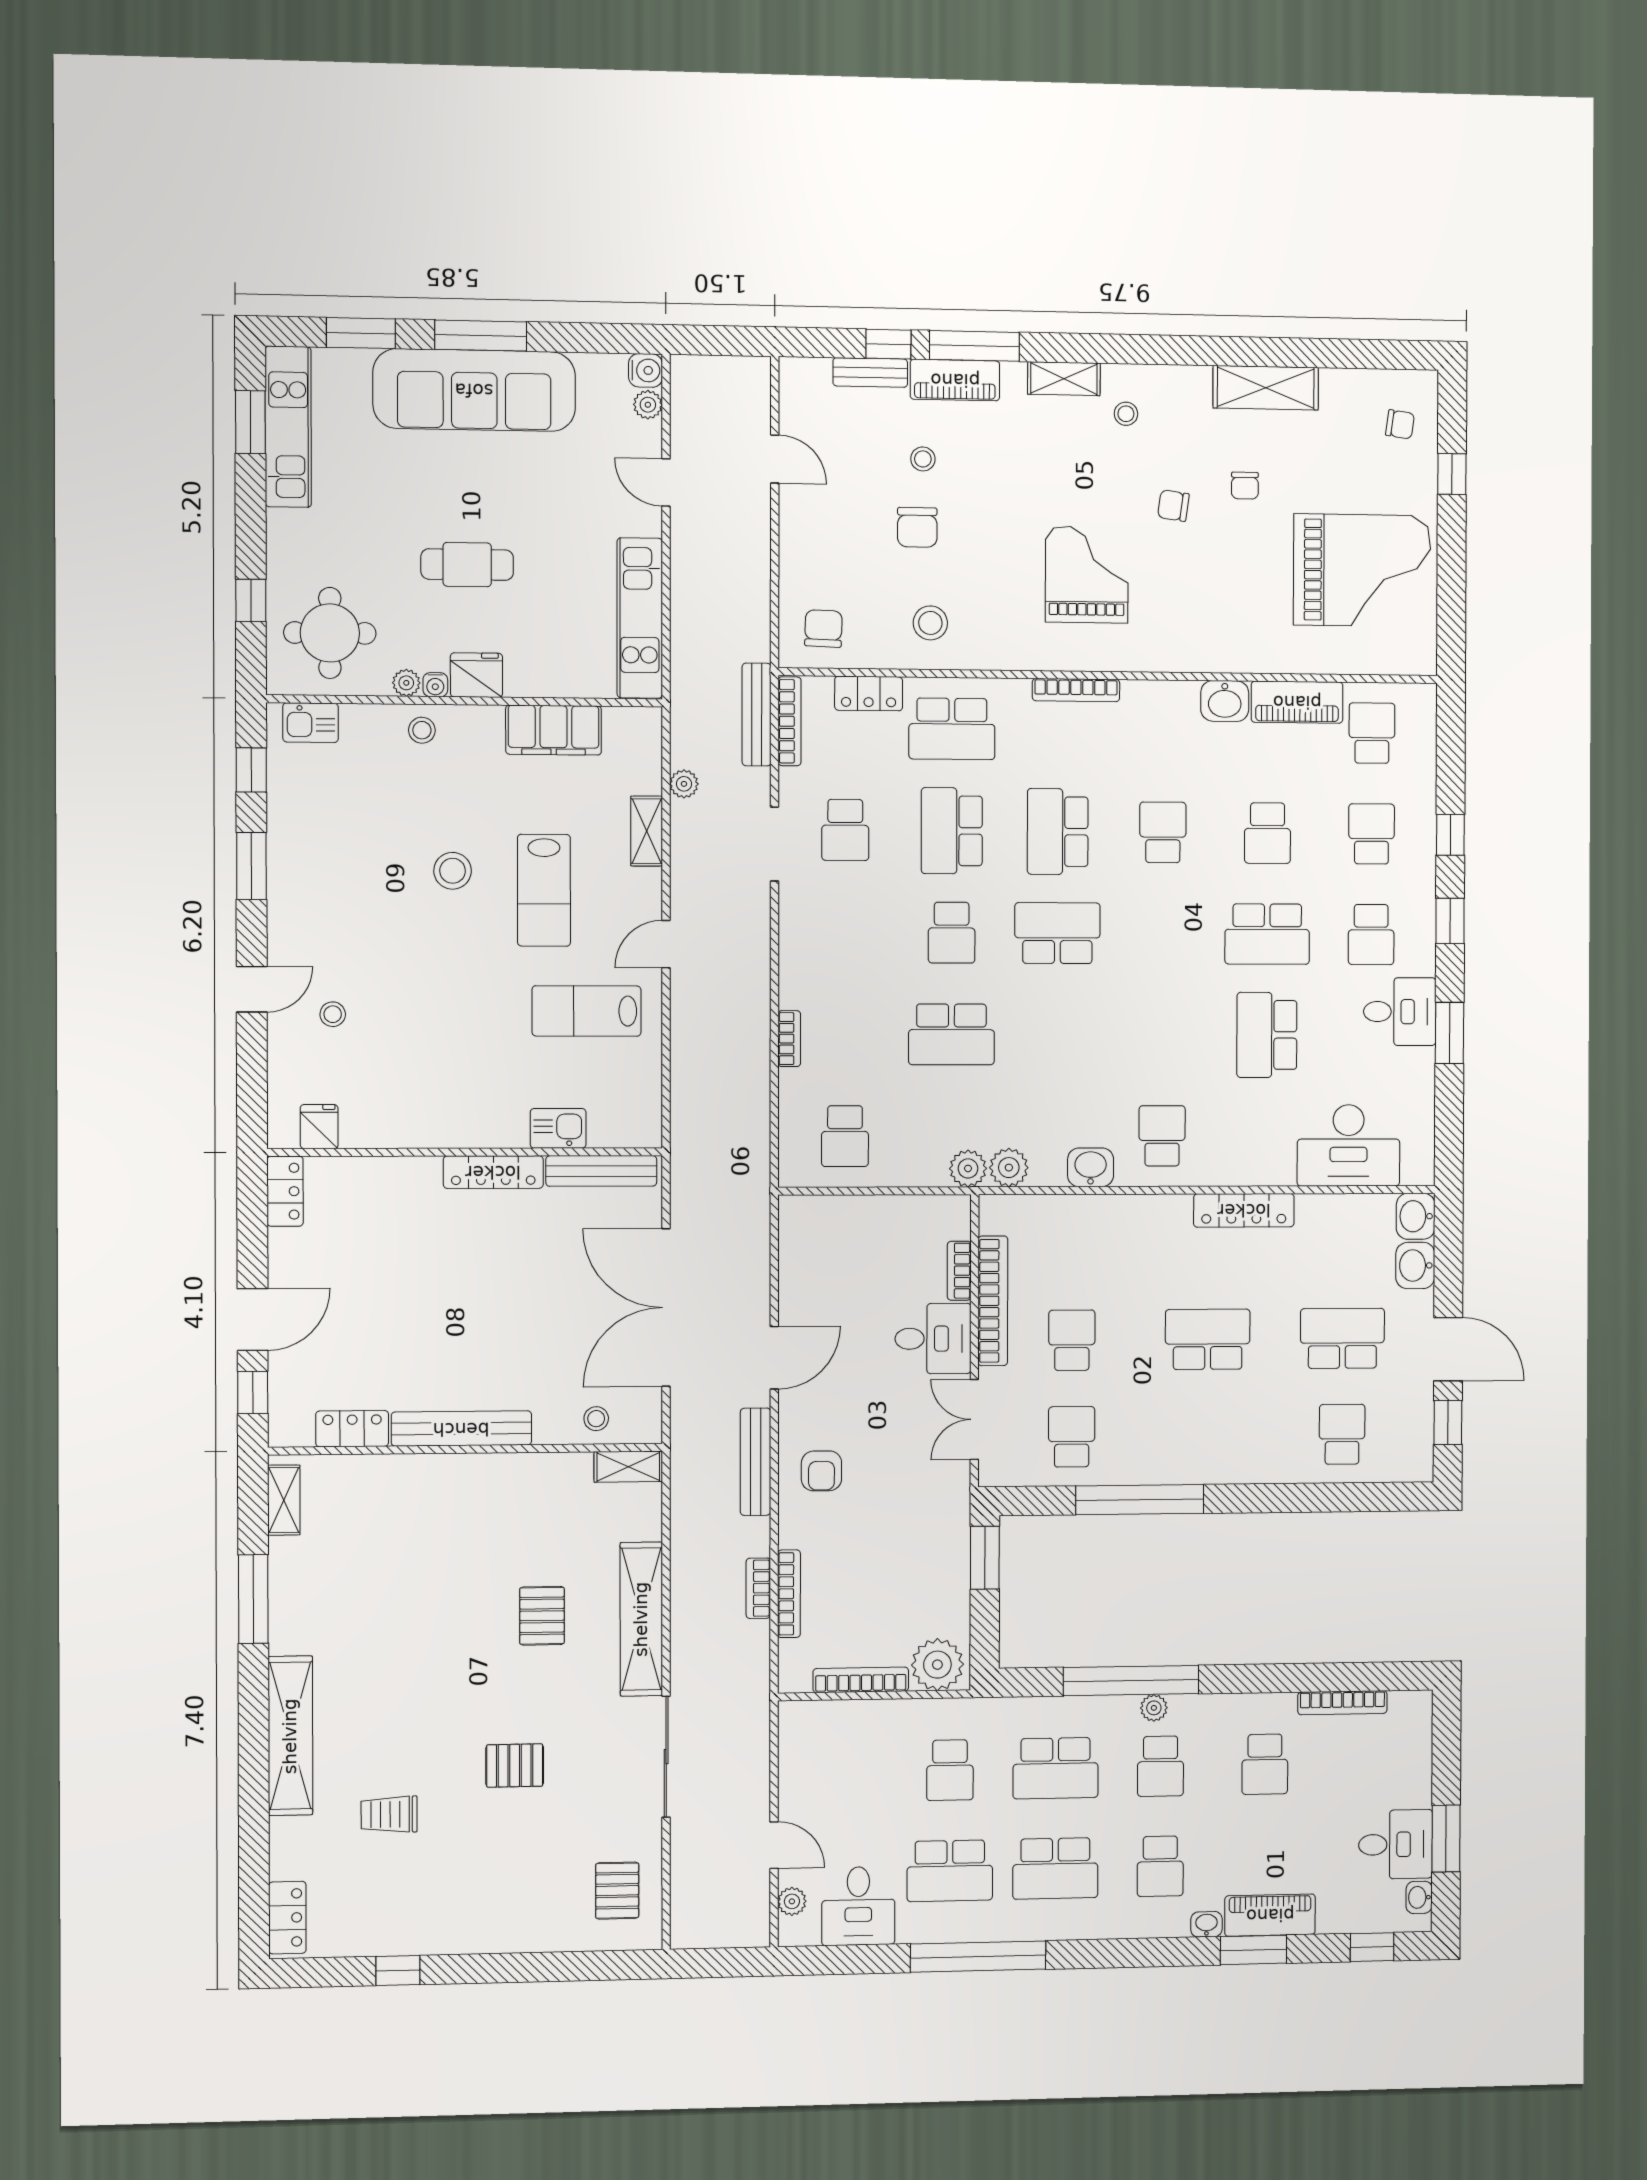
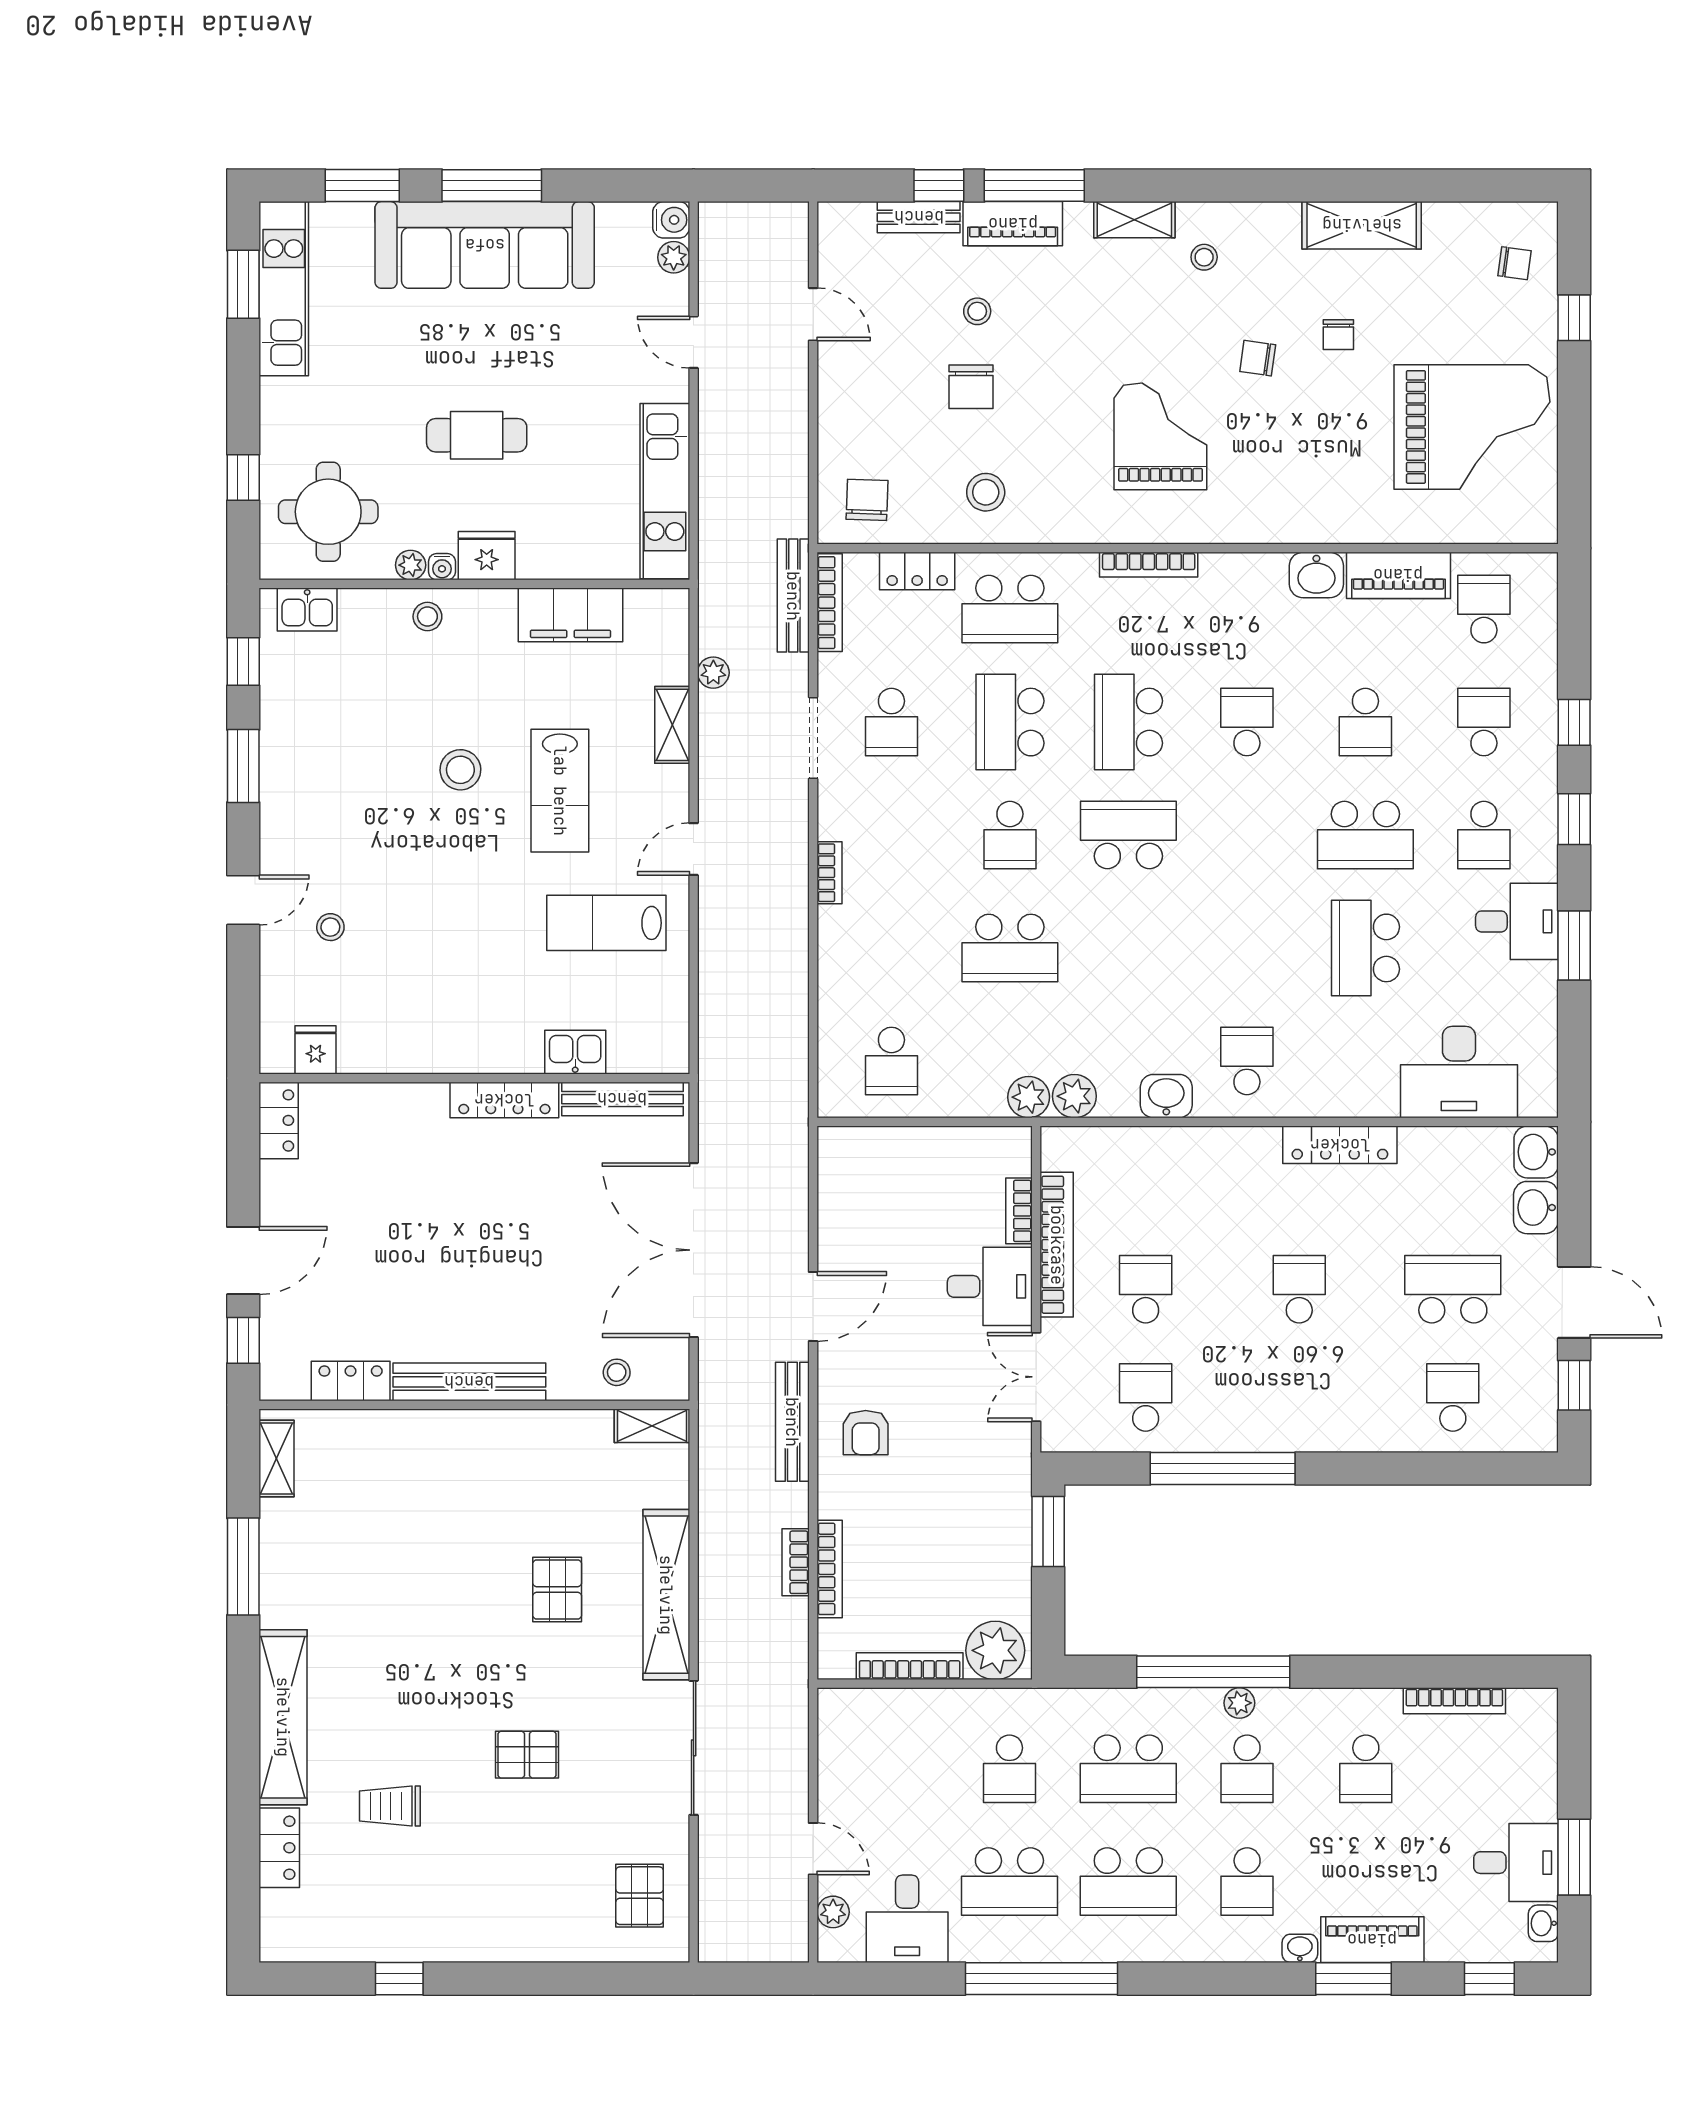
bookcase: (789, 1039) -> (830, 873), moved
school desk: (1208, 1339) -> (1299, 1289), width x0.54
locker: (287, 1918) -> (279, 1848), moved

